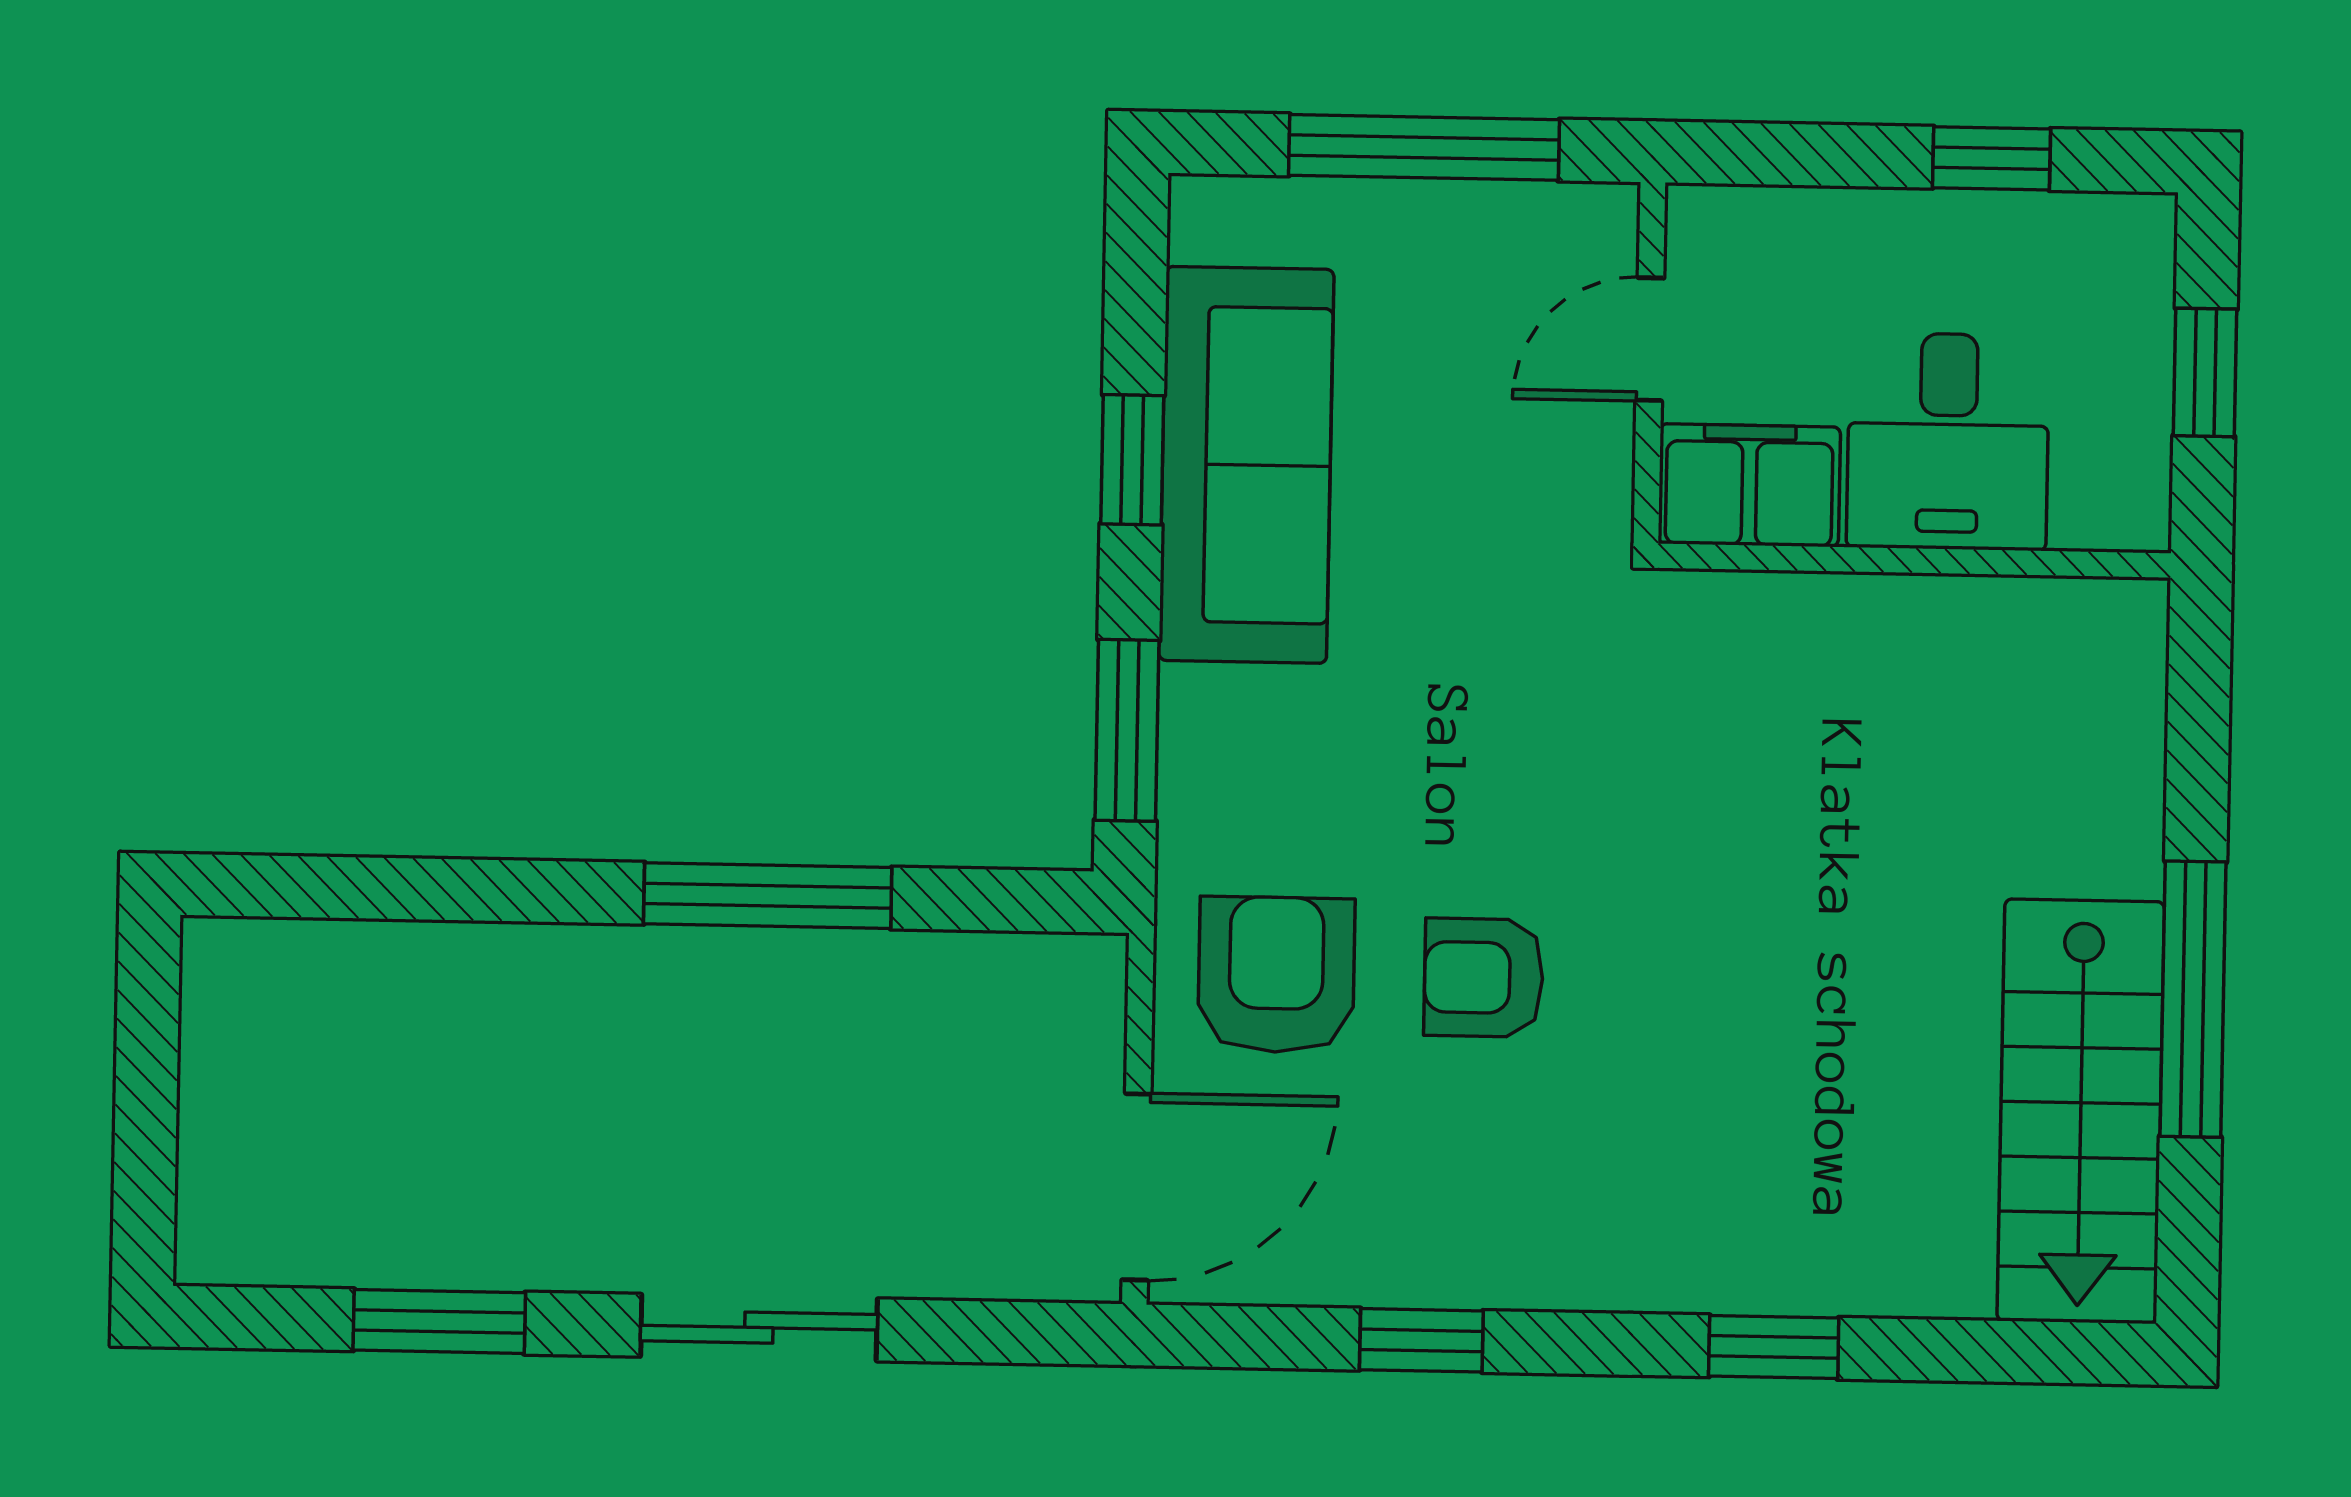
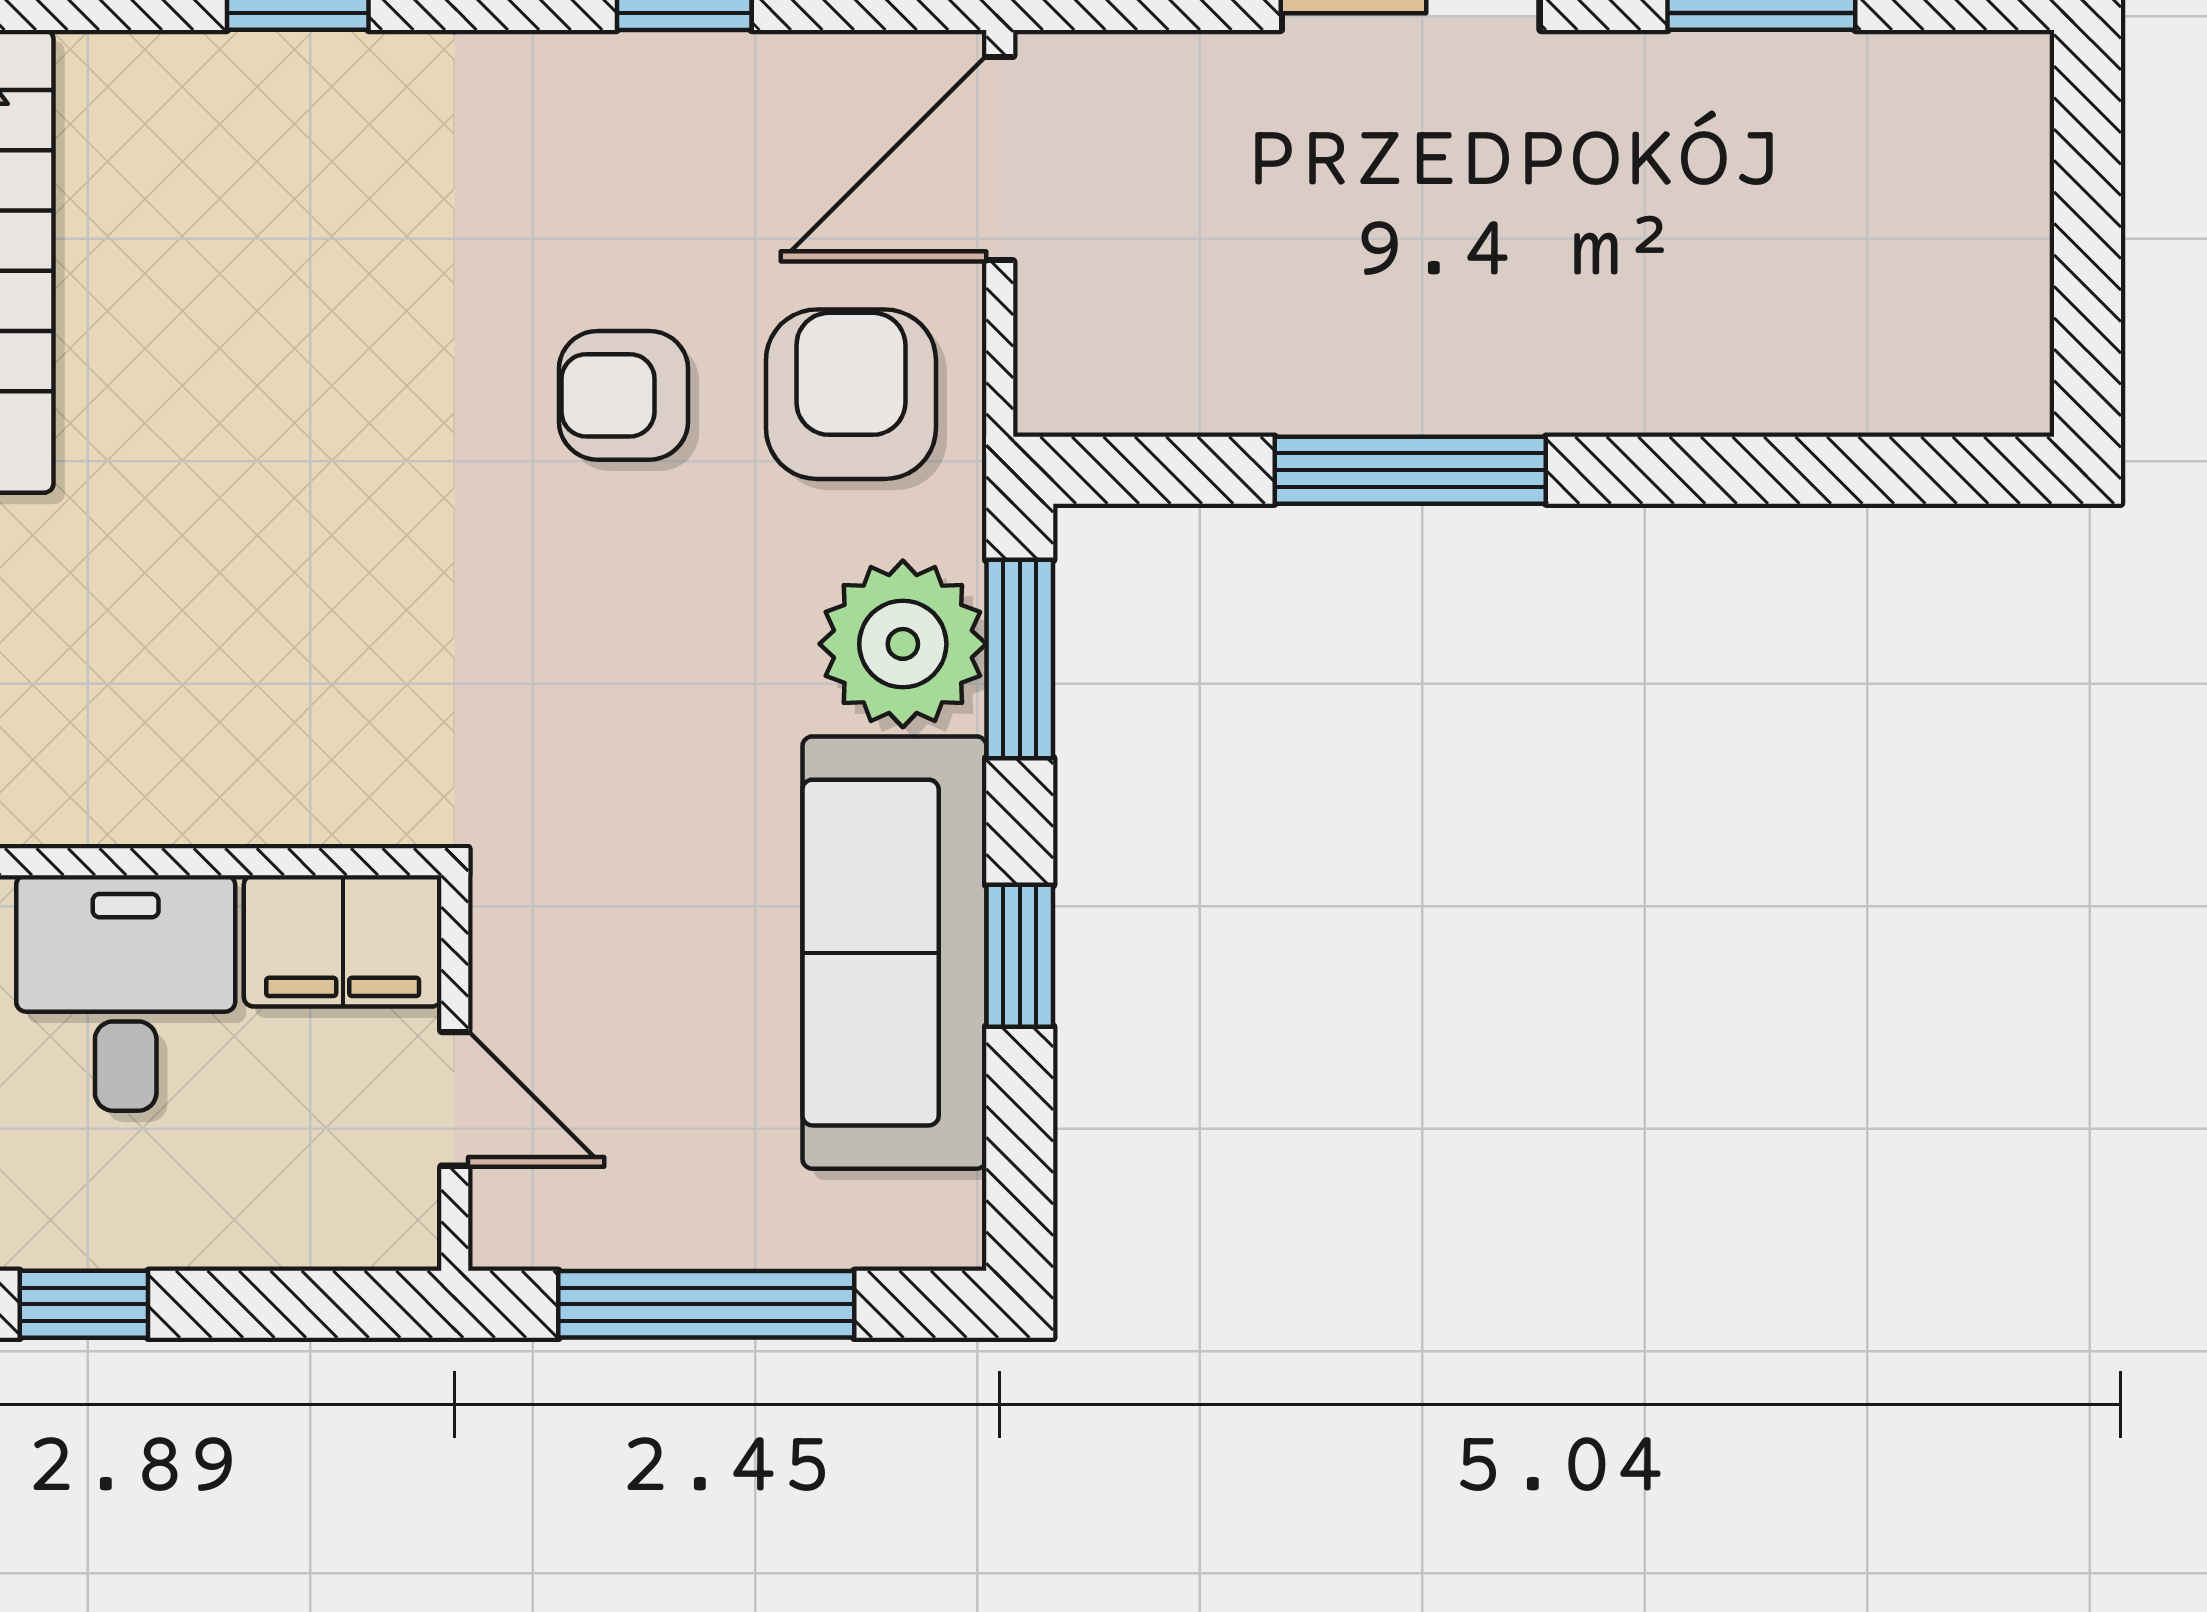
door: (1650, 339) -> (455, 1099), hinge flipped
plant: (1233, 746) -> (903, 644), added
armchair: (1276, 975) -> (851, 394), turned 180
armchair: (1484, 978) -> (623, 395), turned 180

